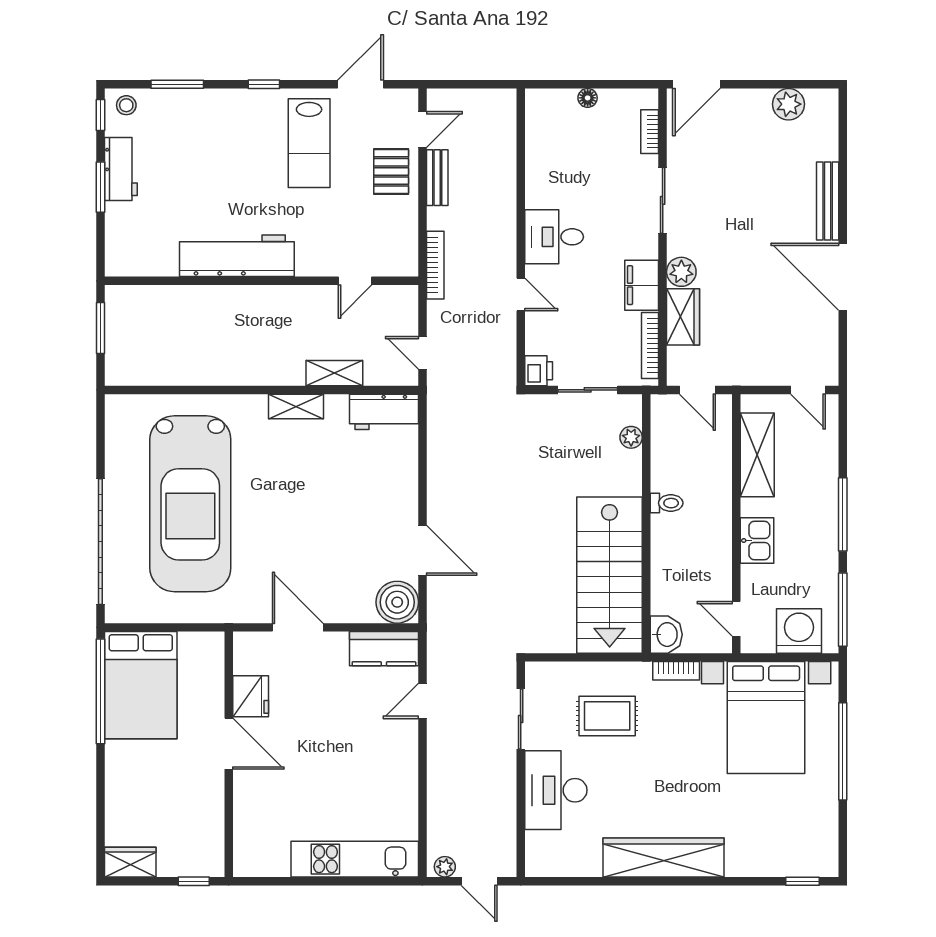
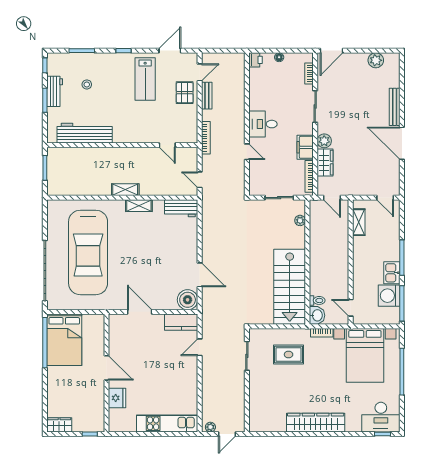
stool: (126, 105) -> (87, 84), moved
workbench: (237, 256) -> (85, 133), moved
door: (355, 281) -> (167, 145), hinge flipped
printer: (539, 371) -> (256, 60), moved
shelving: (334, 373) -> (125, 190), moved
shelving: (757, 455) -> (359, 222), width x0.67, depth x0.75
toilet: (667, 503) -> (317, 300), moved
kitchen sink: (757, 540) -> (392, 273), moved, turned 180
washing machine: (799, 631) -> (389, 296), moved, turned -90
fridge: (251, 696) -> (117, 398), moved
desk: (556, 790) -> (381, 417), moved, turned -90
door: (479, 881) -> (227, 434), hinge flipped

